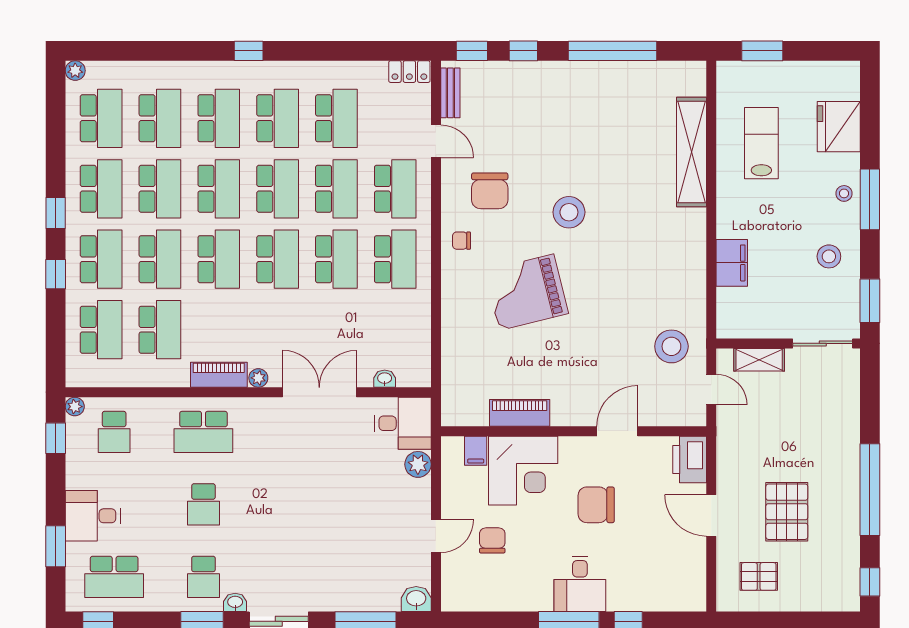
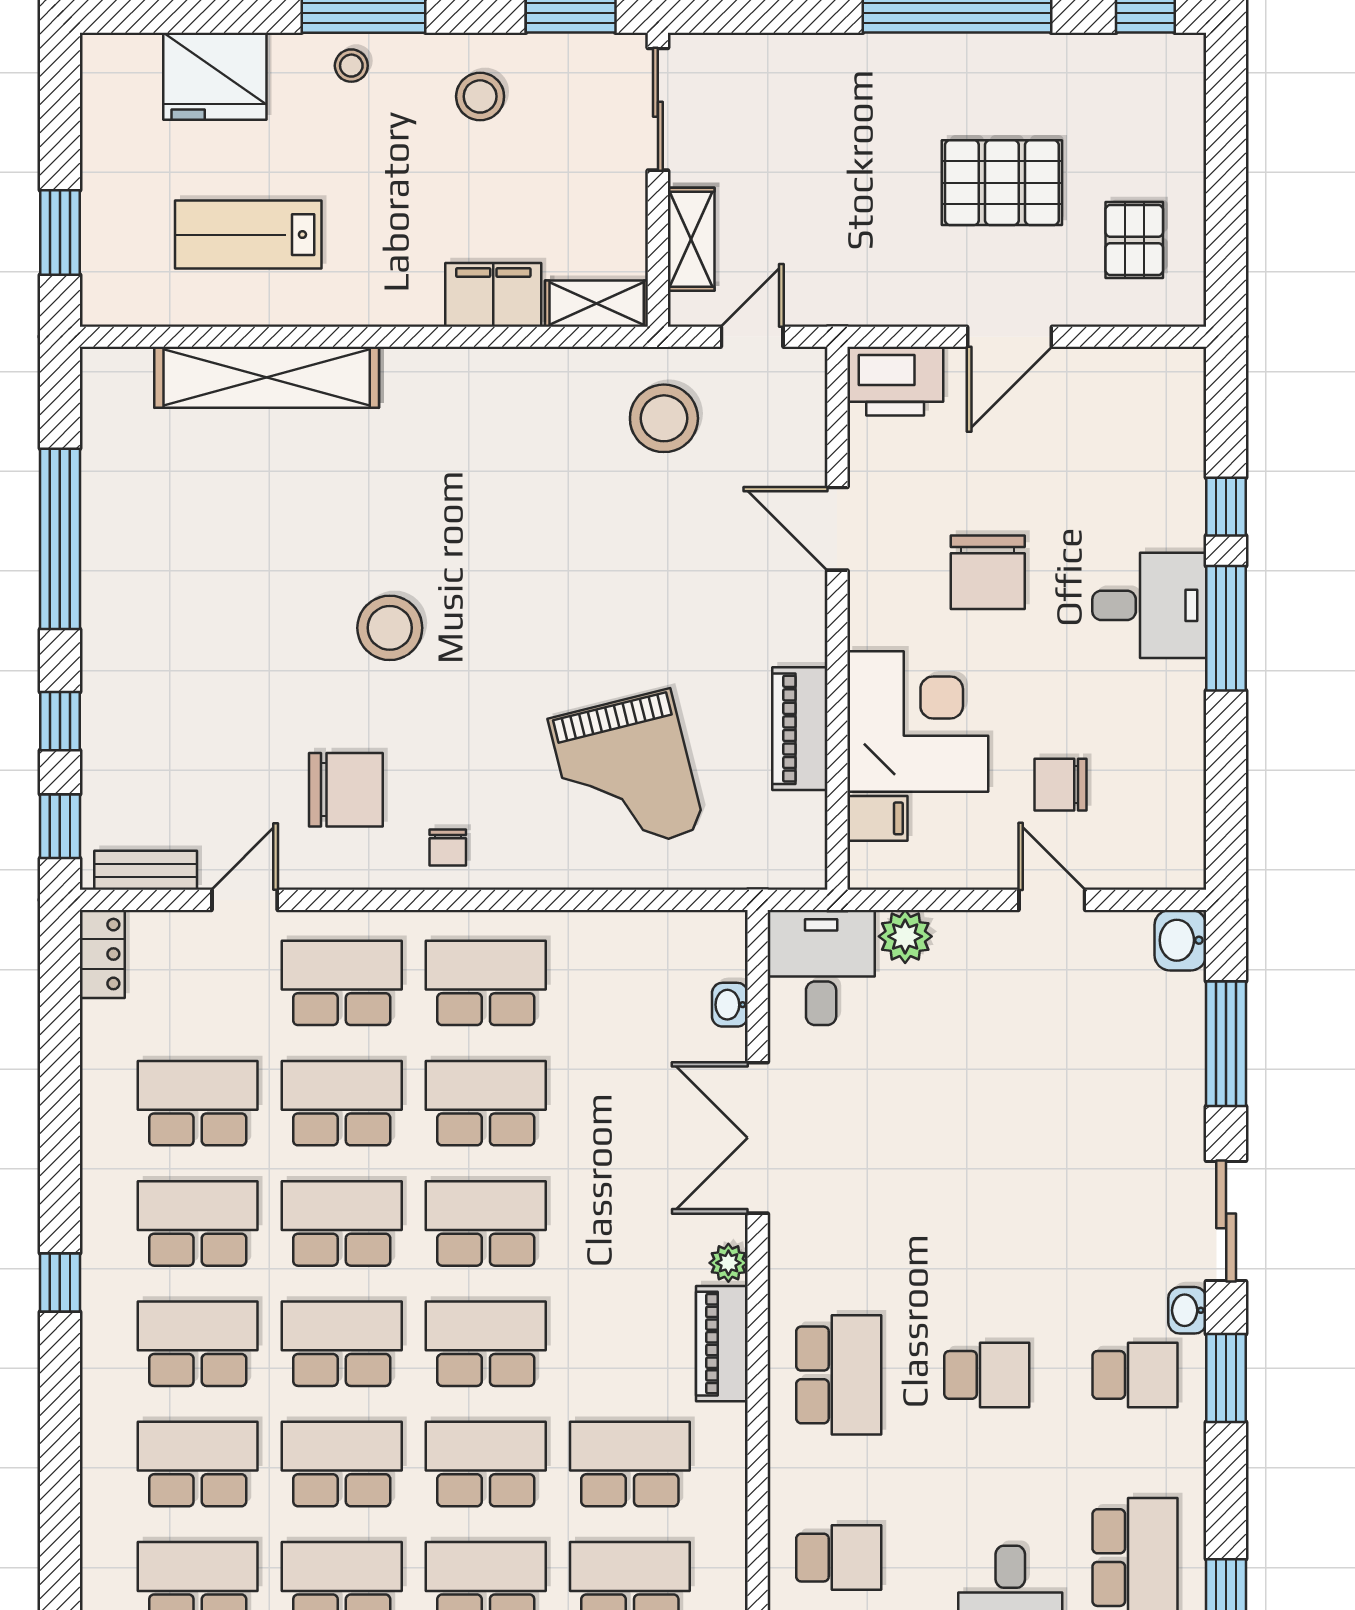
grand piano: (526, 292) -> (626, 774), moved
shelving: (728, 313) -> (597, 304), added

